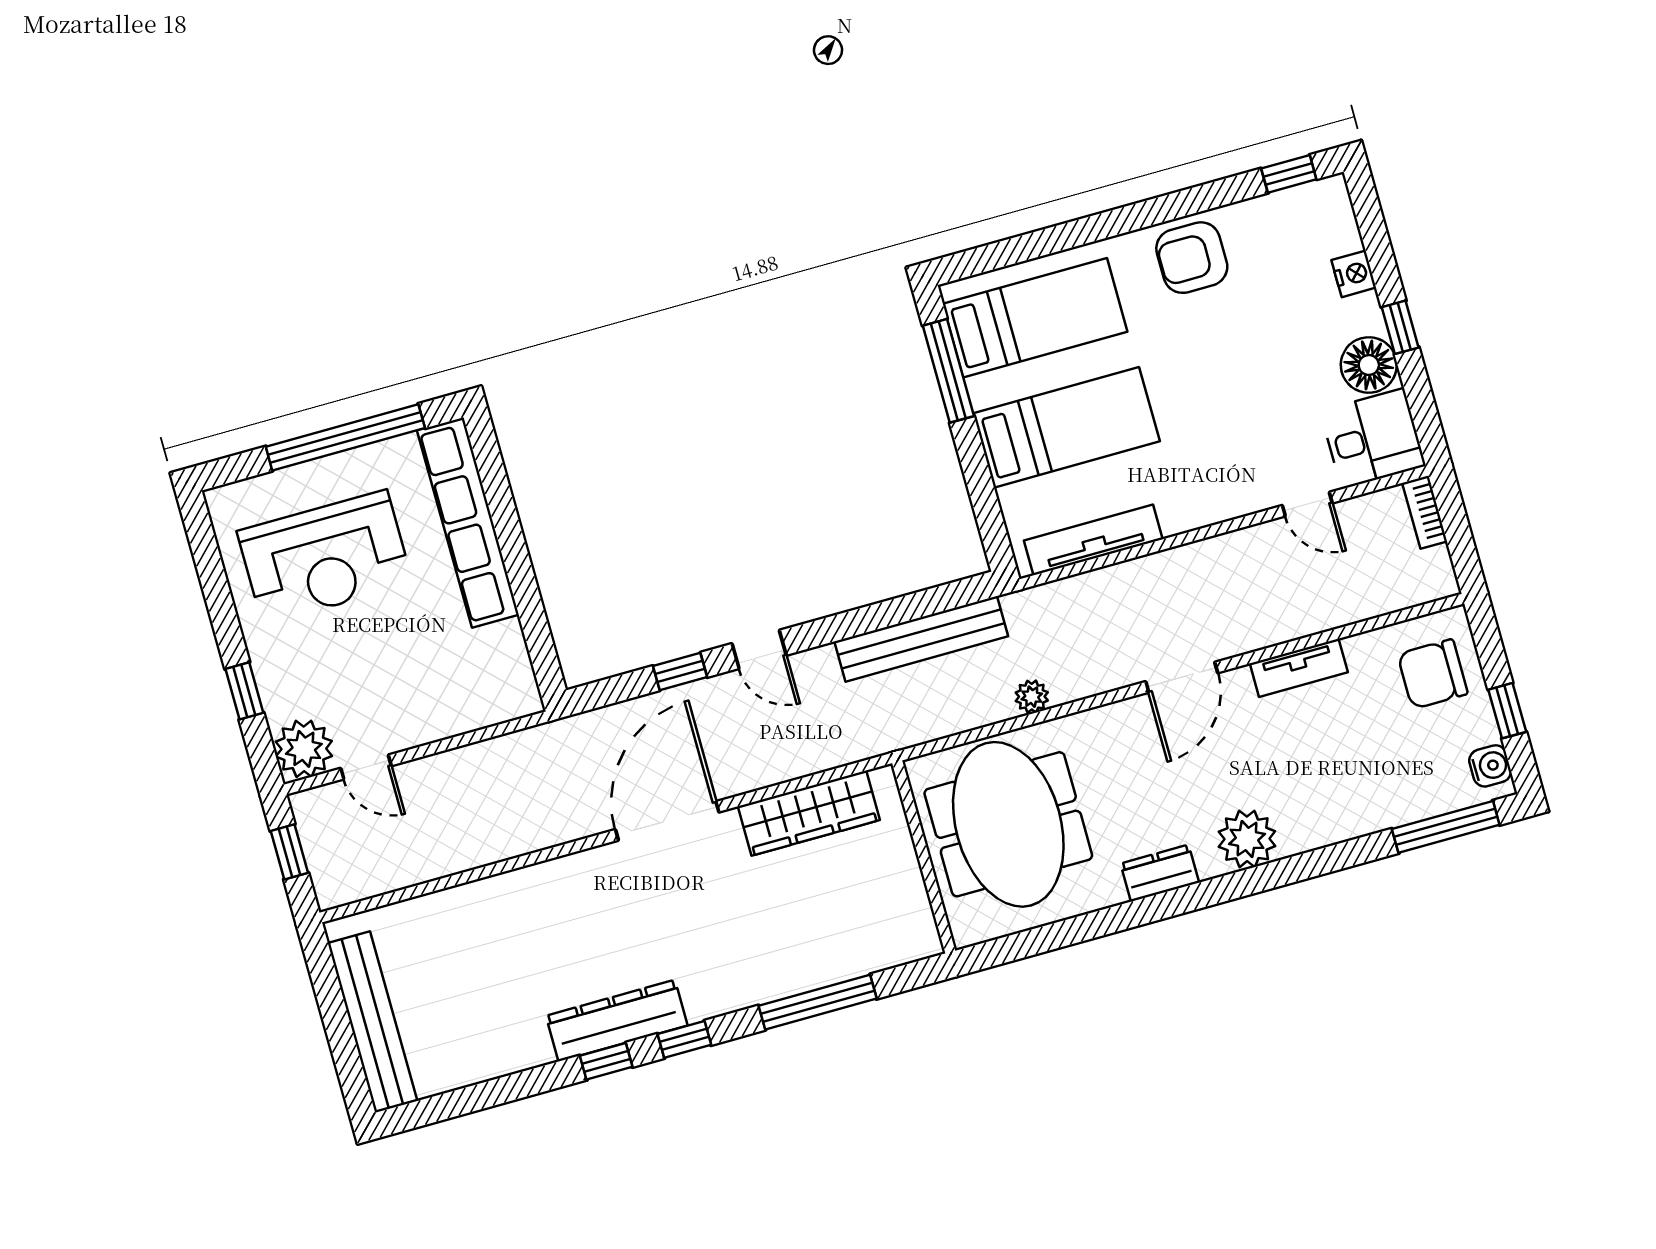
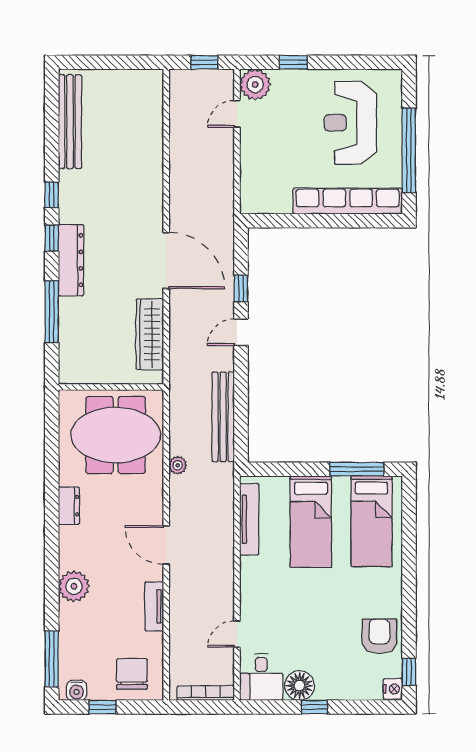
armchair: (1192, 258) -> (379, 636), moved
nightstand: (1354, 274) -> (393, 689), moved, turned -90
bookcase: (1425, 512) -> (206, 693), width x1.56
plant: (1247, 839) -> (74, 586), moved
dresser: (617, 1021) -> (71, 260), moved
bench: (373, 1022) -> (70, 122), moved, turned 90

